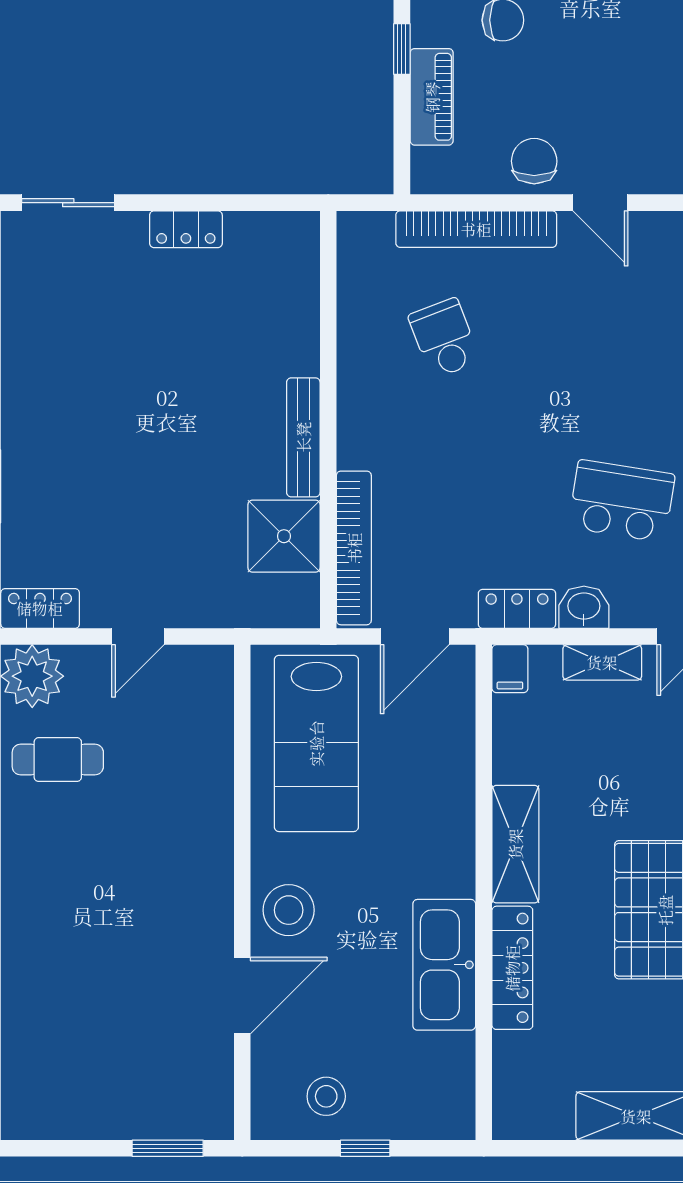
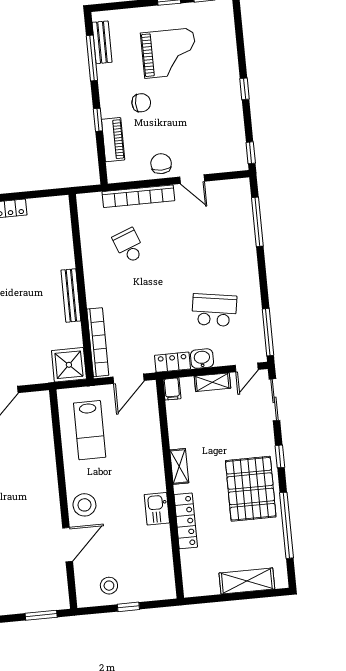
shower: (284, 536) -> (69, 365), moved
lab bench: (316, 743) -> (90, 430), width x0.73, depth x0.72
shelving: (515, 844) -> (179, 466), width x0.67, depth x0.75
kitchen sink: (444, 965) -> (157, 509), width x0.53, depth x0.81

